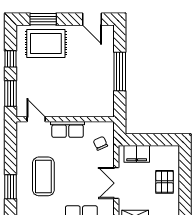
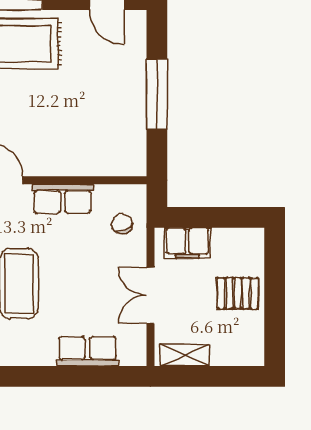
pallet: (164, 182) -> (238, 293), turned 90

